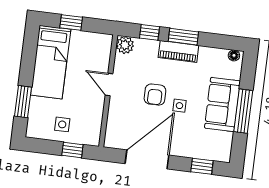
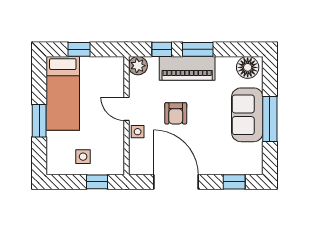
piano: (178, 52) -> (187, 68), width x1.37, depth x1.33
floor lamp: (234, 55) -> (248, 67), width x1.89, depth x1.89
window: (23, 102) -> (39, 121), moved
side table: (179, 106) -> (138, 132), moved
door: (147, 159) -> (176, 182), hinge flipped

